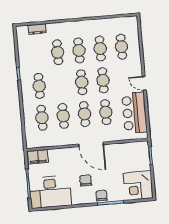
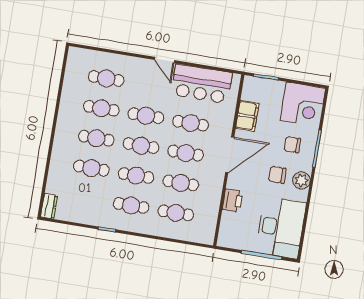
dresser: (37, 29) -> (49, 206), moved
door: (144, 83) -> (164, 60), hinge flipped
cafe table: (60, 84) -> (136, 176), added
printer: (60, 154) -> (233, 200), added
filing cabinet: (38, 157) -> (247, 116), moved
chair: (102, 196) -> (292, 145), moved
plant: (86, 198) -> (301, 180), added

